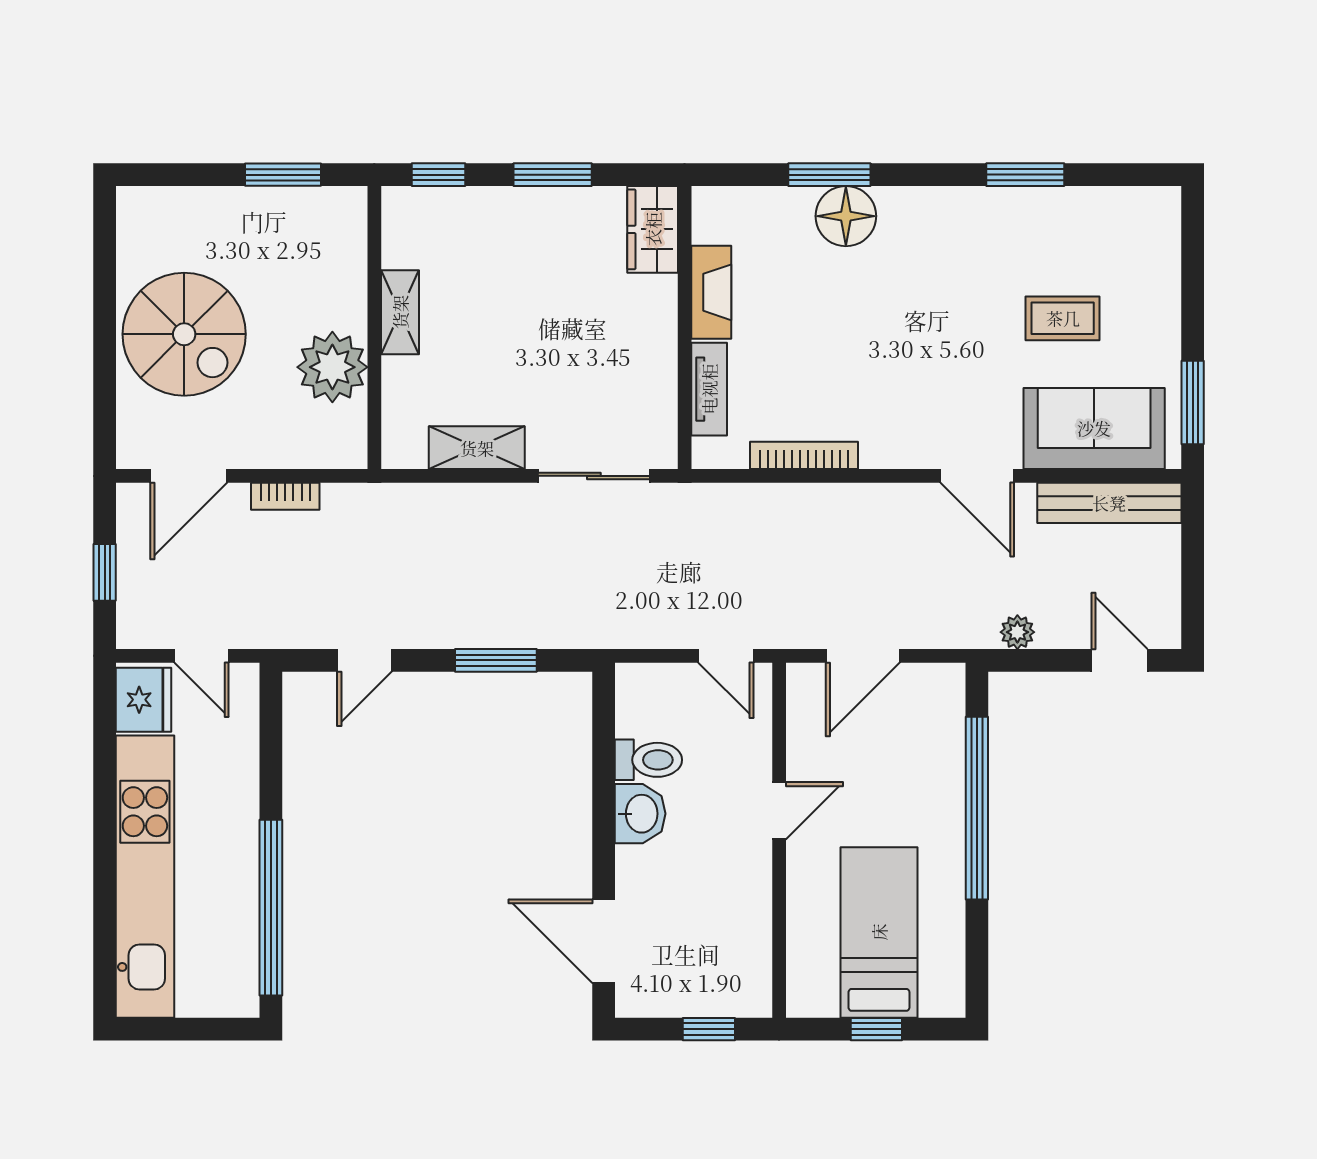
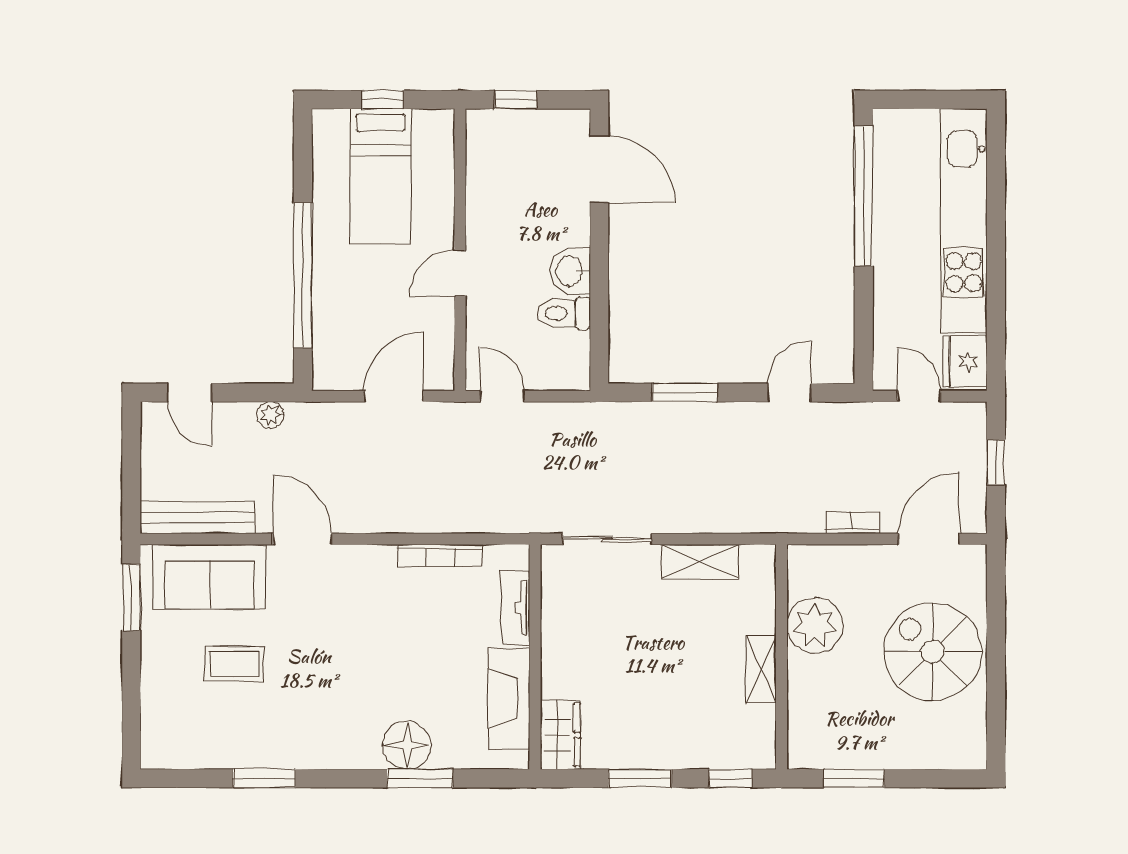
fireplace: (711, 292) -> (509, 699), width x1.37, depth x1.32

